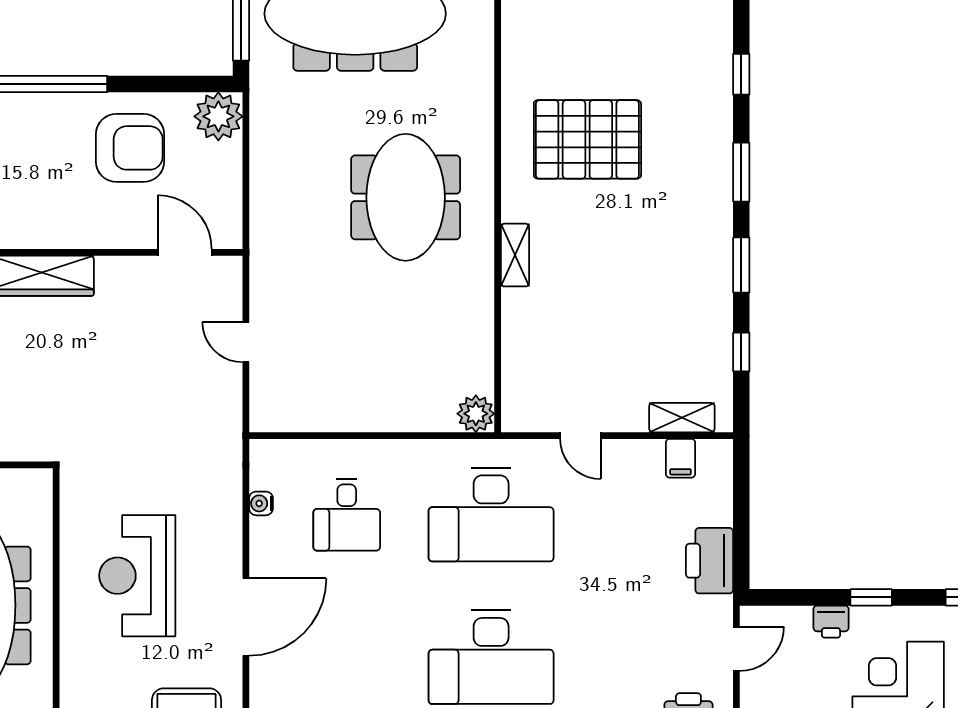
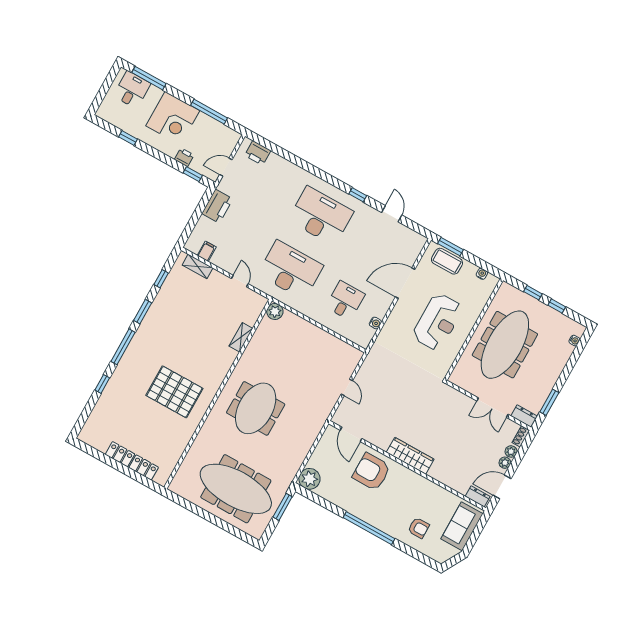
armchair: (130, 148) -> (371, 472), moved
window: (741, 172) -> (123, 347), width x1.44
shelving: (515, 255) -> (241, 337), moved
window: (871, 597) -> (193, 174), moved

